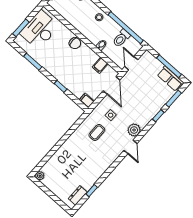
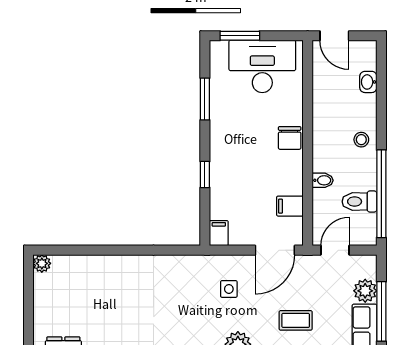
plant: (156, 65) -> (365, 291), added
coffee table: (97, 132) -> (296, 320), moved

